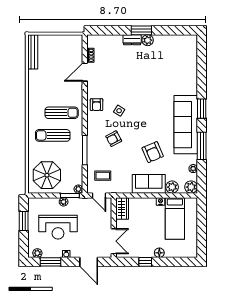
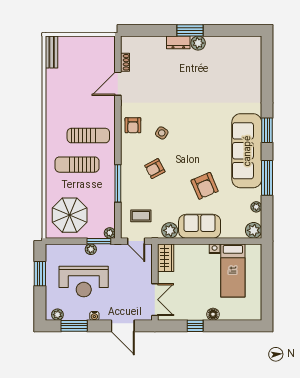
bench: (33, 52) -> (52, 52), width x0.73
plant: (172, 187) -> (170, 230), moved

